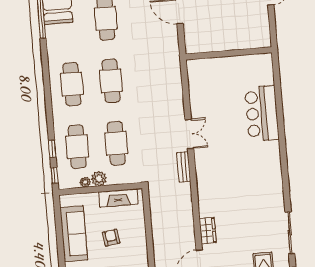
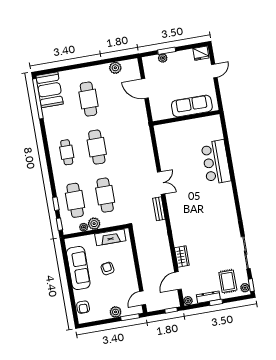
sofa: (237, 39) -> (192, 106), added
cafe table: (72, 84) -> (67, 152), width x0.73, depth x0.74

